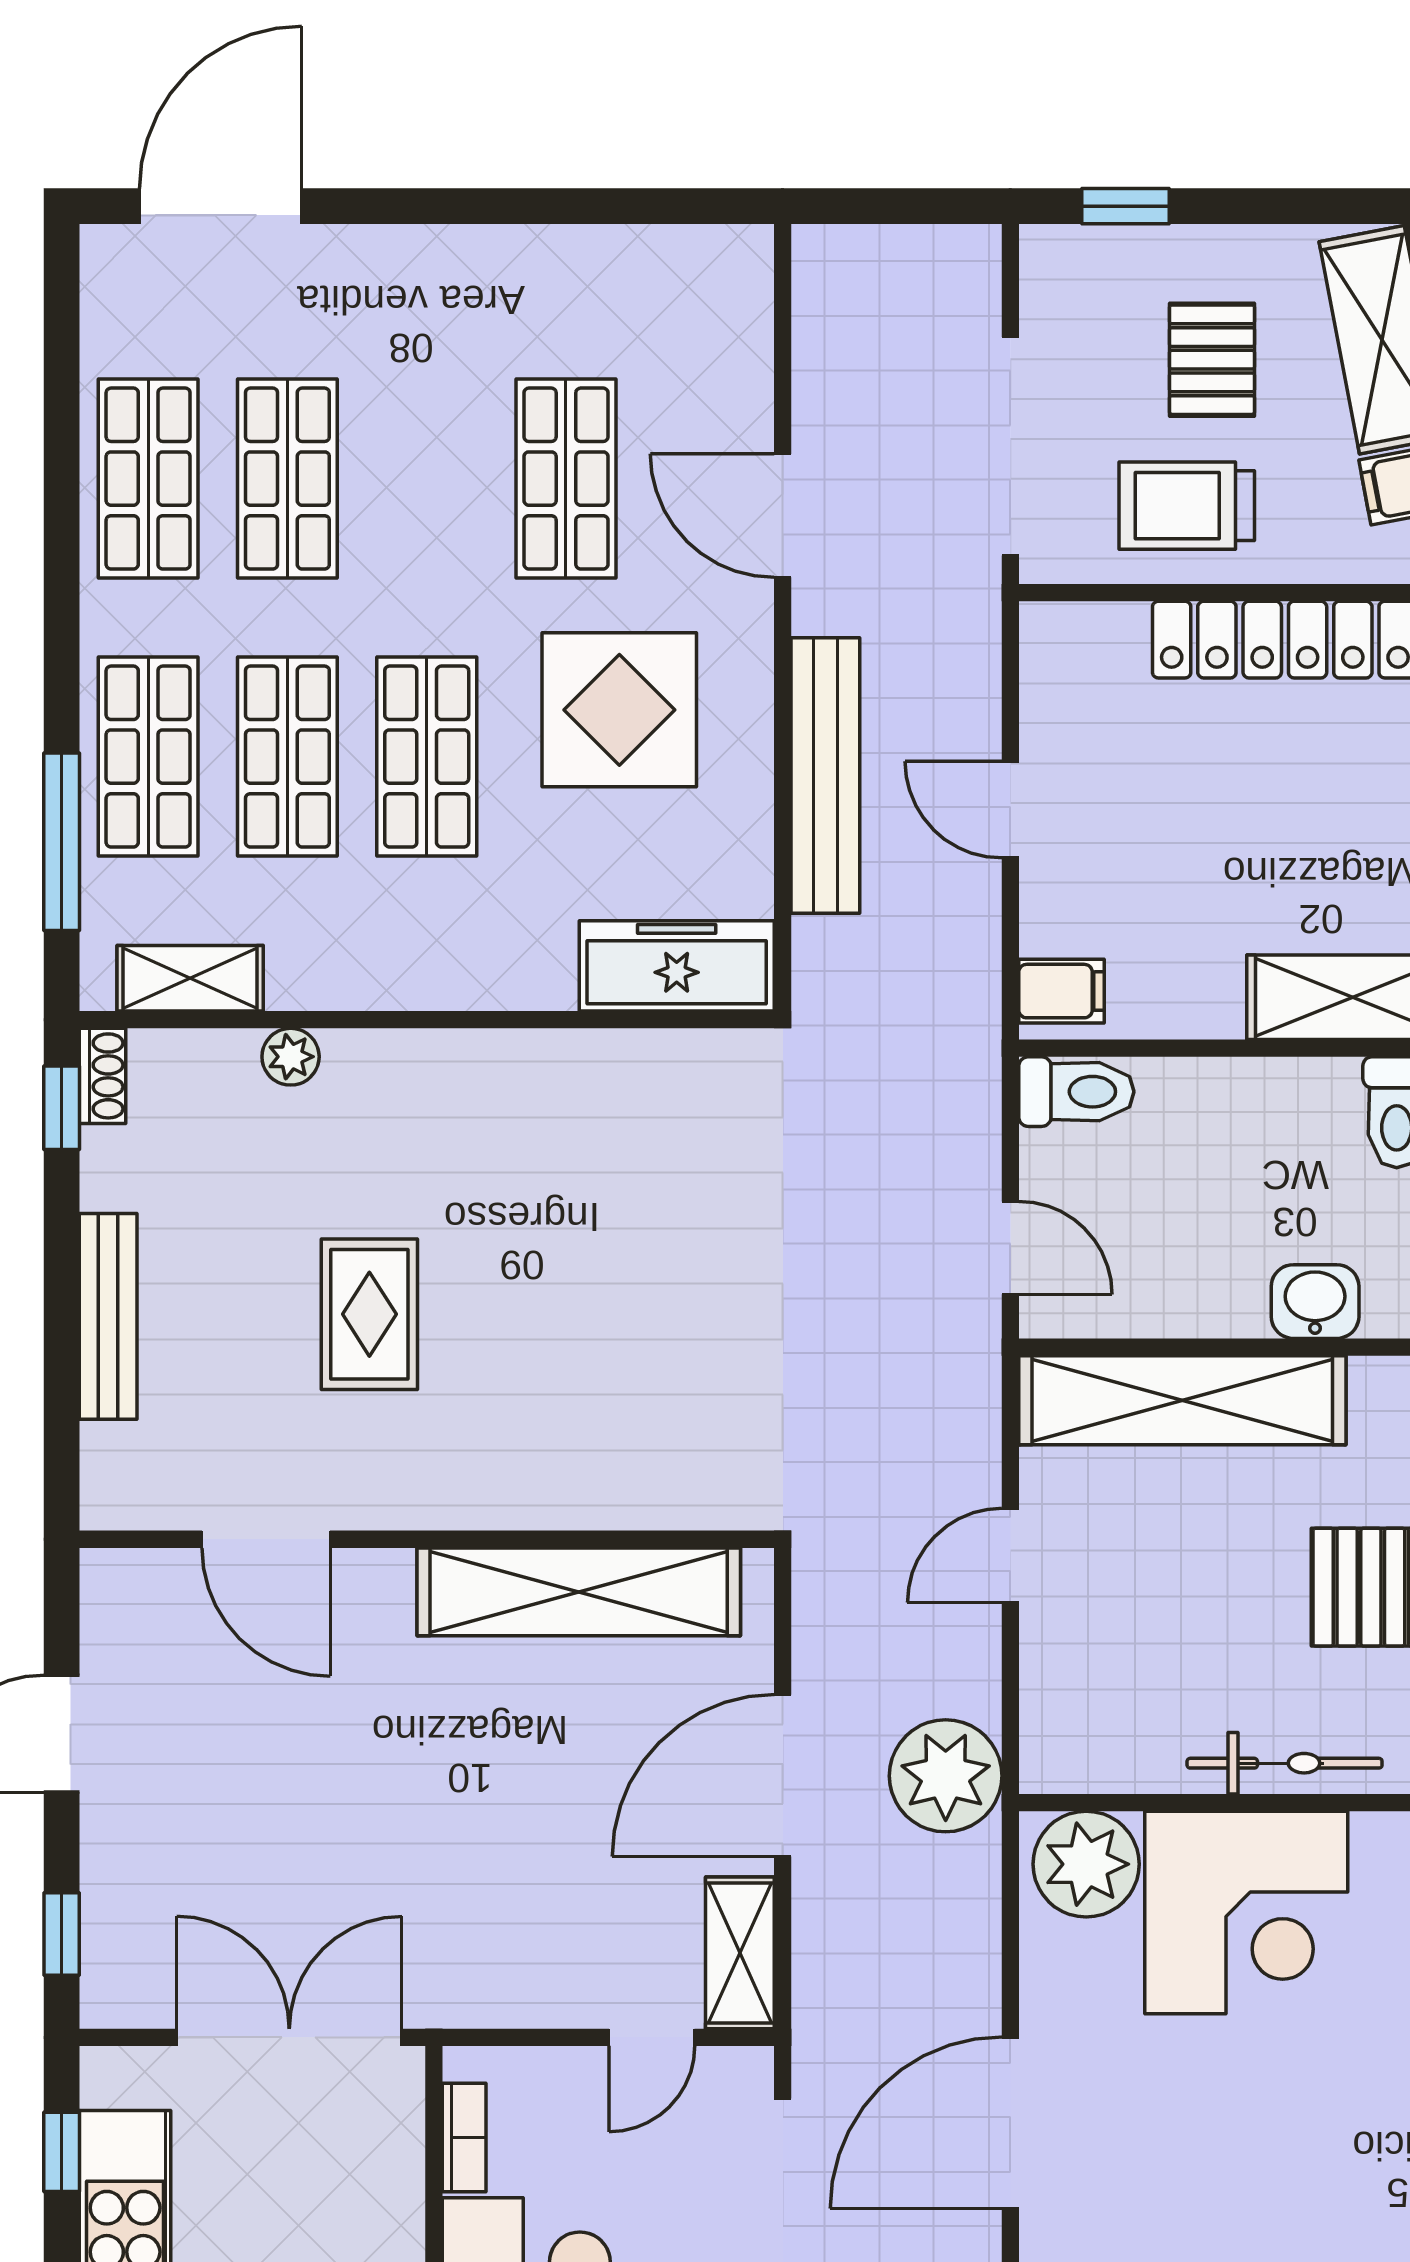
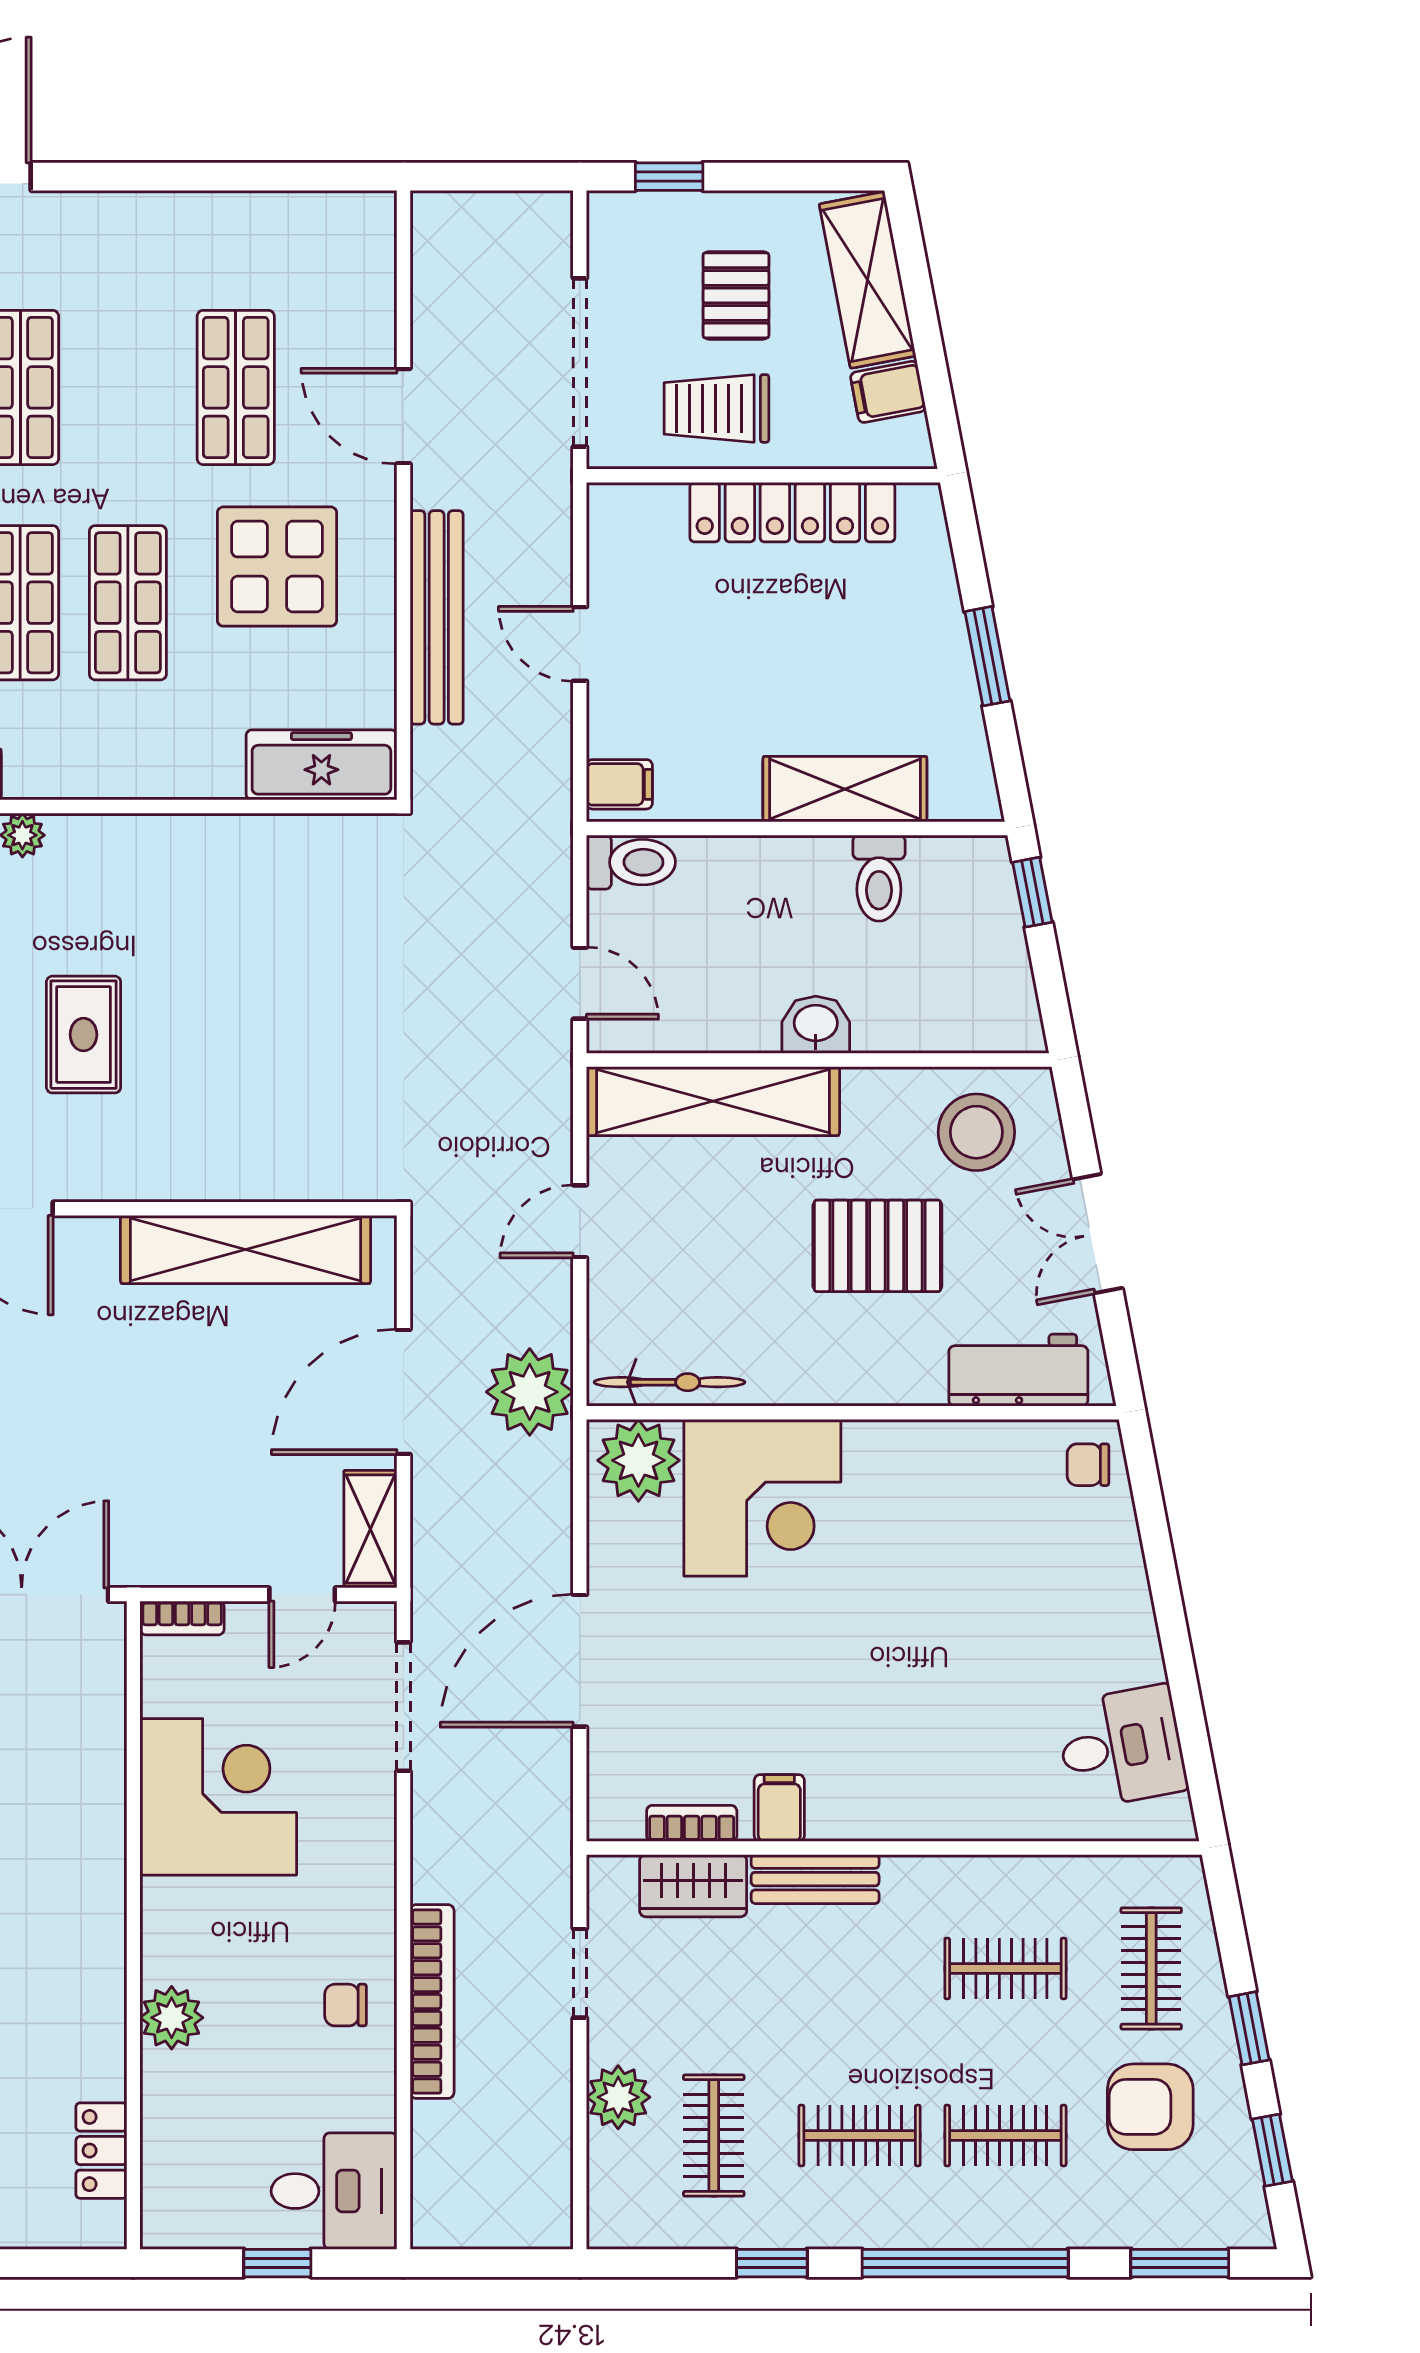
bicycle: (1285, 1763) -> (670, 1382), moved
bookcase: (464, 2137) -> (182, 1618), moved, turned 90

